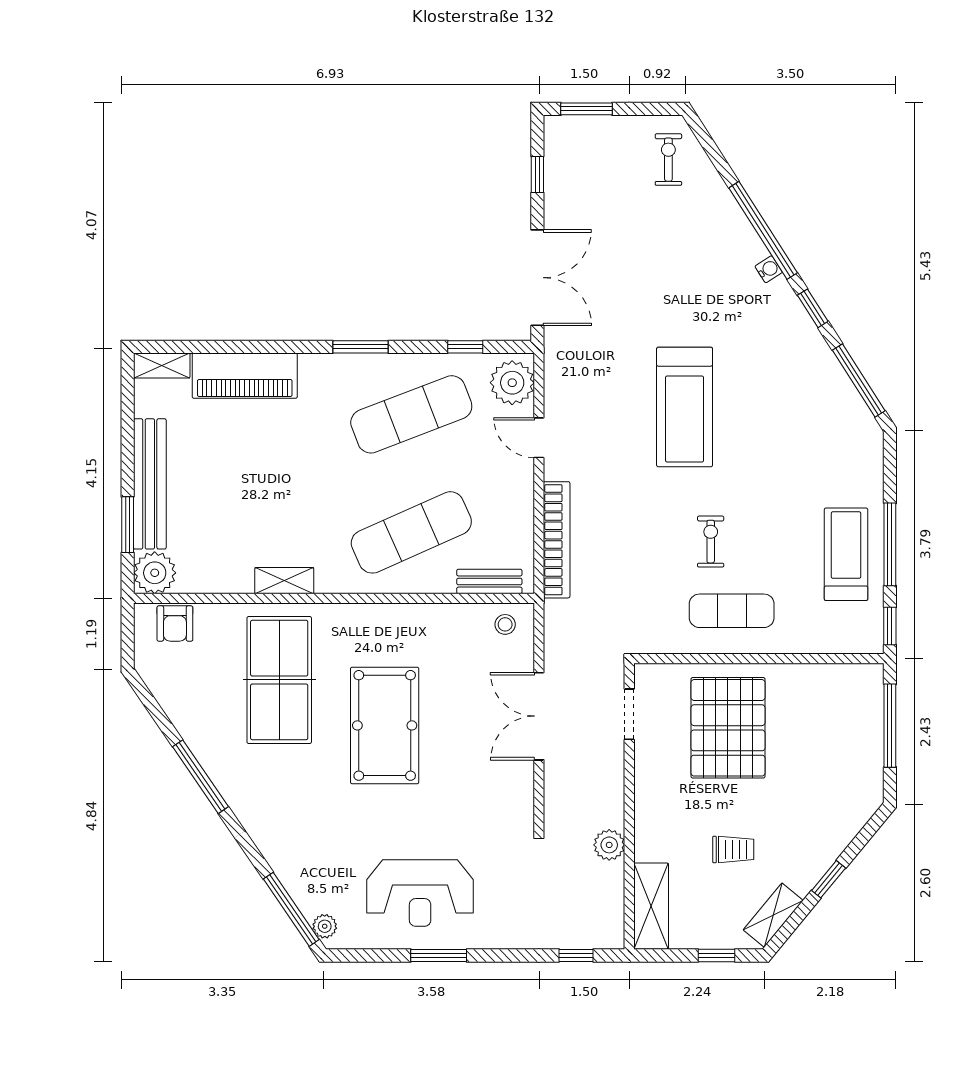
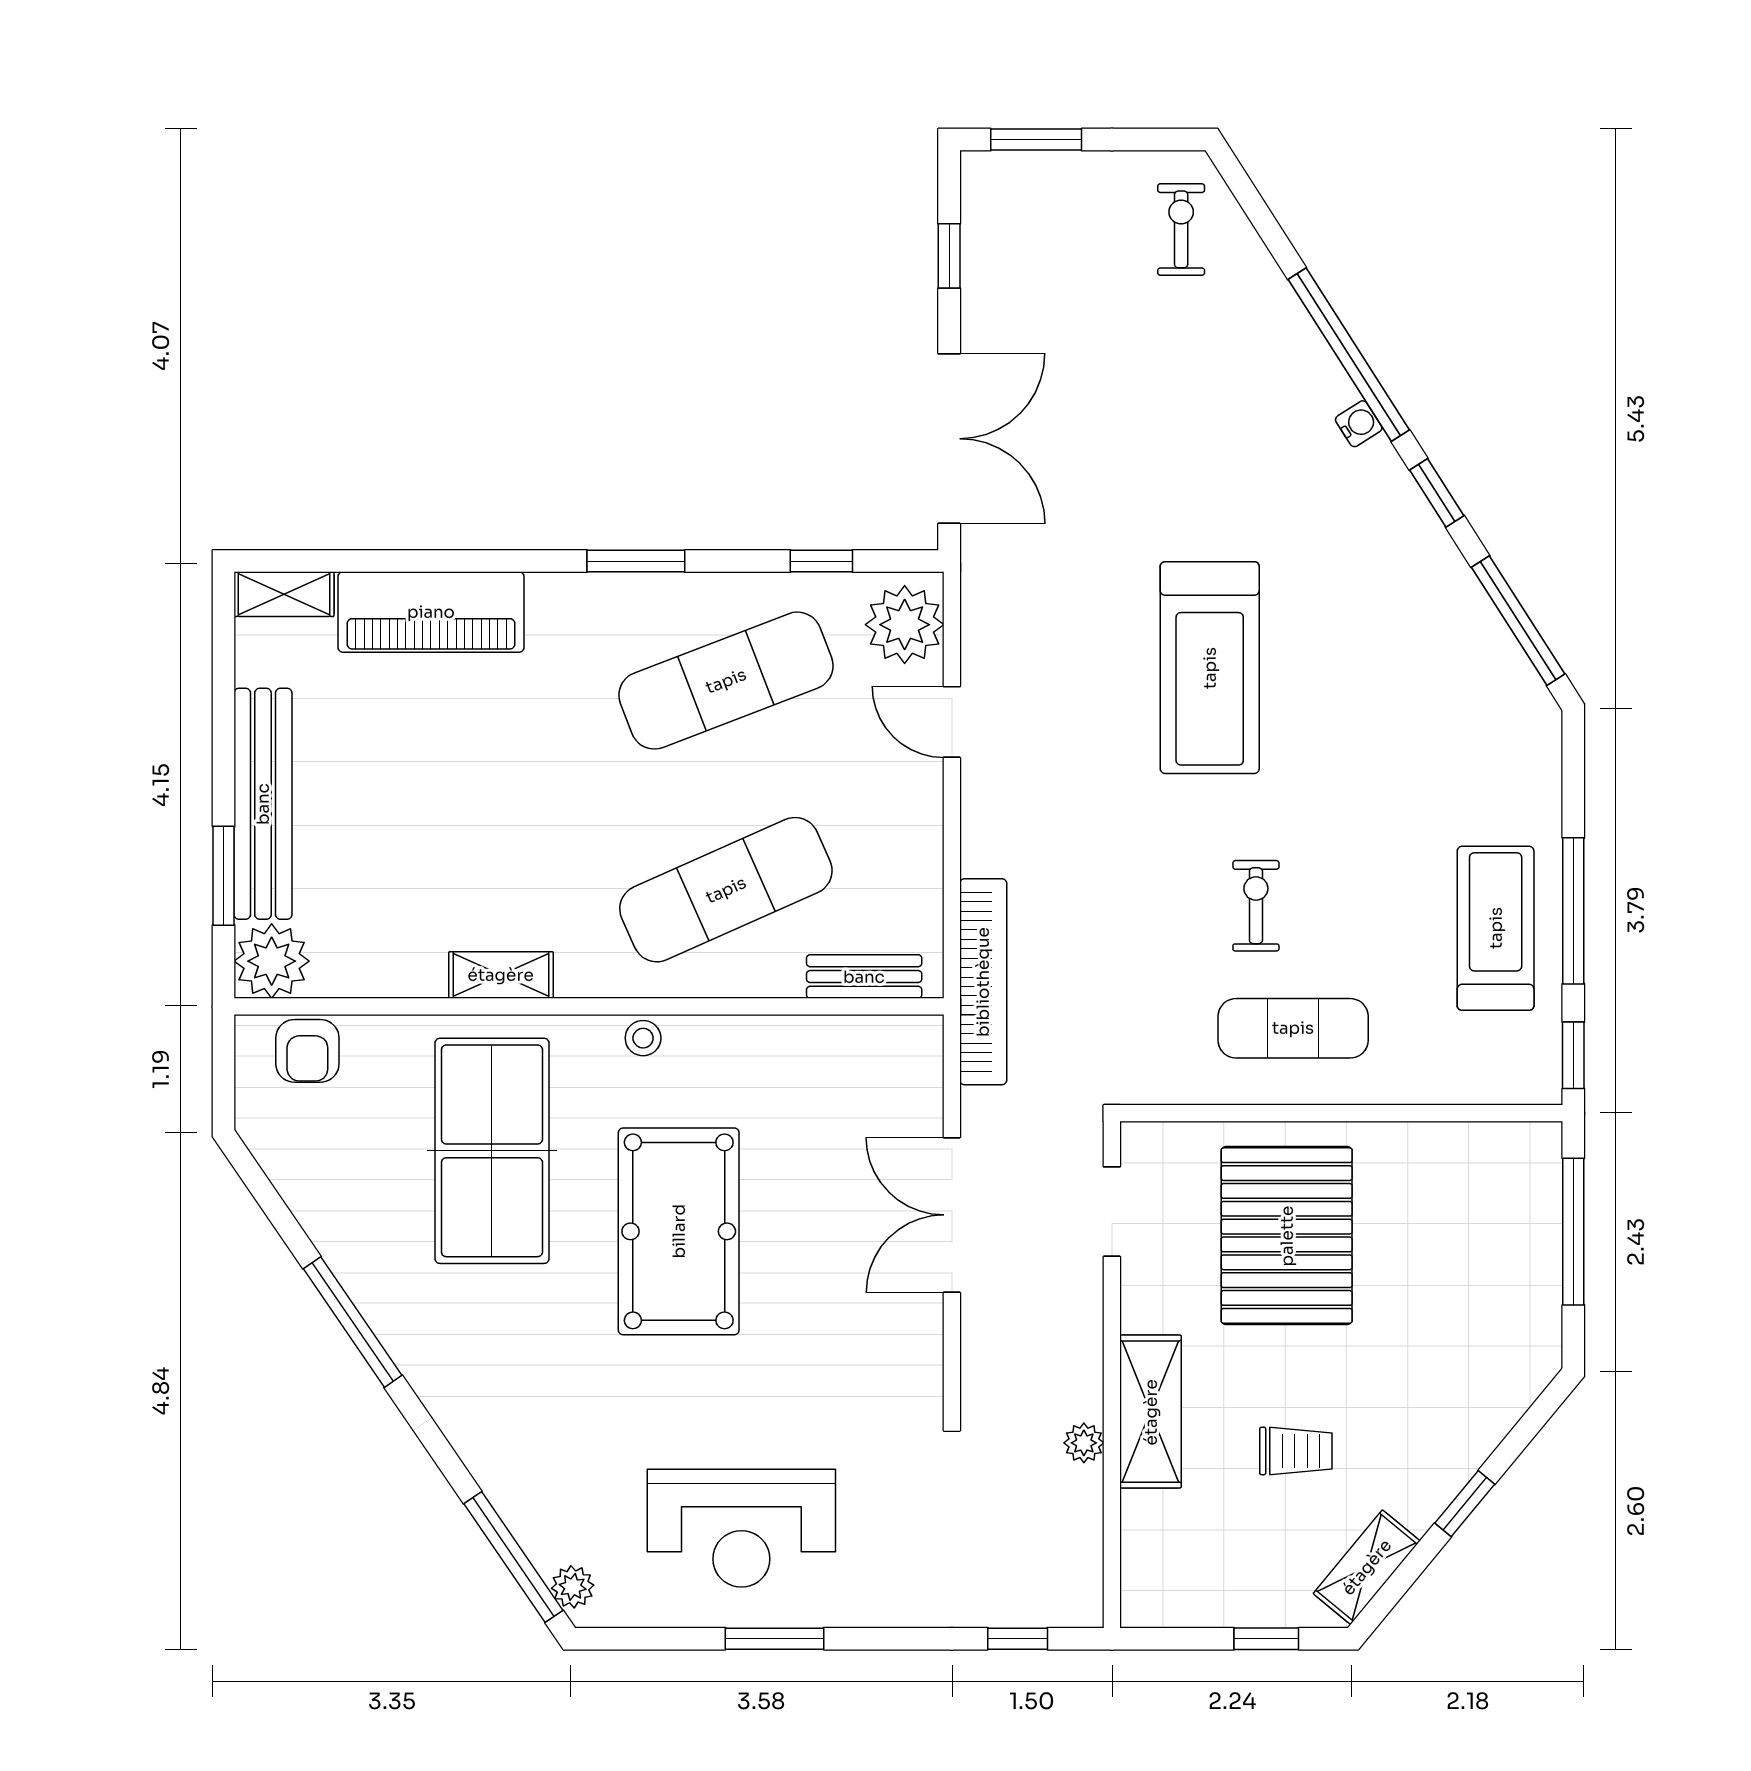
bookcase: (557, 540) -> (983, 982), moved
stool: (505, 624) -> (643, 1038), moved
plant: (609, 845) -> (1084, 1443), width x0.73, depth x0.73
shelving: (651, 906) -> (1151, 1412), moved

